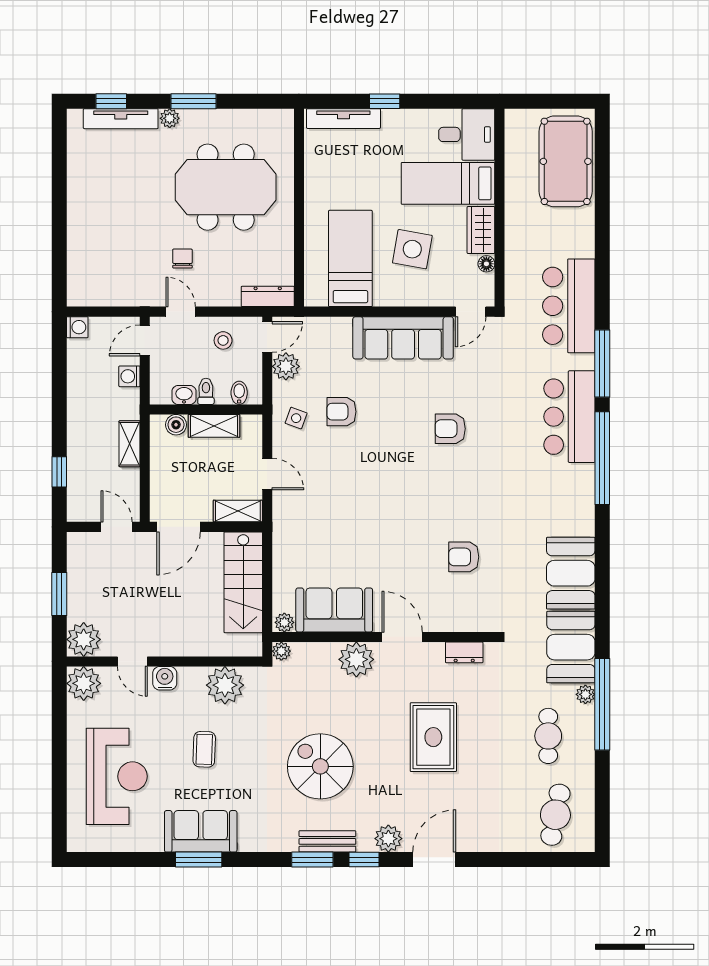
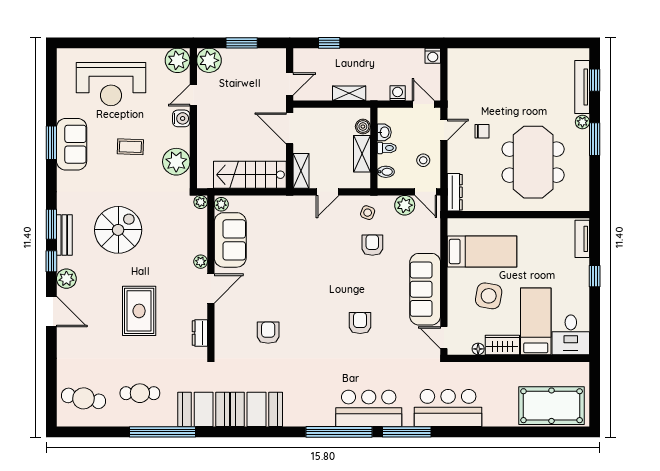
tv unit: (343, 119) -> (582, 239), width x0.71
plant: (356, 659) -> (201, 262), width x0.53, depth x0.53
plant: (585, 694) -> (170, 420), removed
rug: (433, 737) -> (139, 311), turned 90

